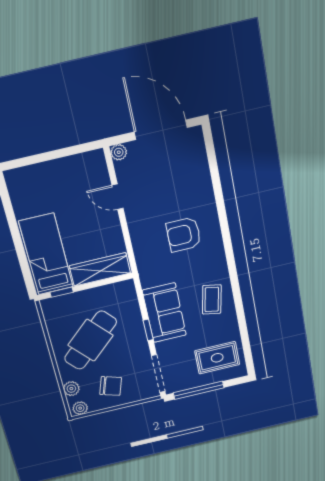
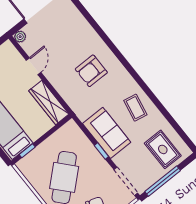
door: (118, 197) -> (34, 66), swing flipped
wardrobe: (100, 269) -> (49, 102), moved, turned -90
rug: (217, 358) -> (163, 149), turned 90

